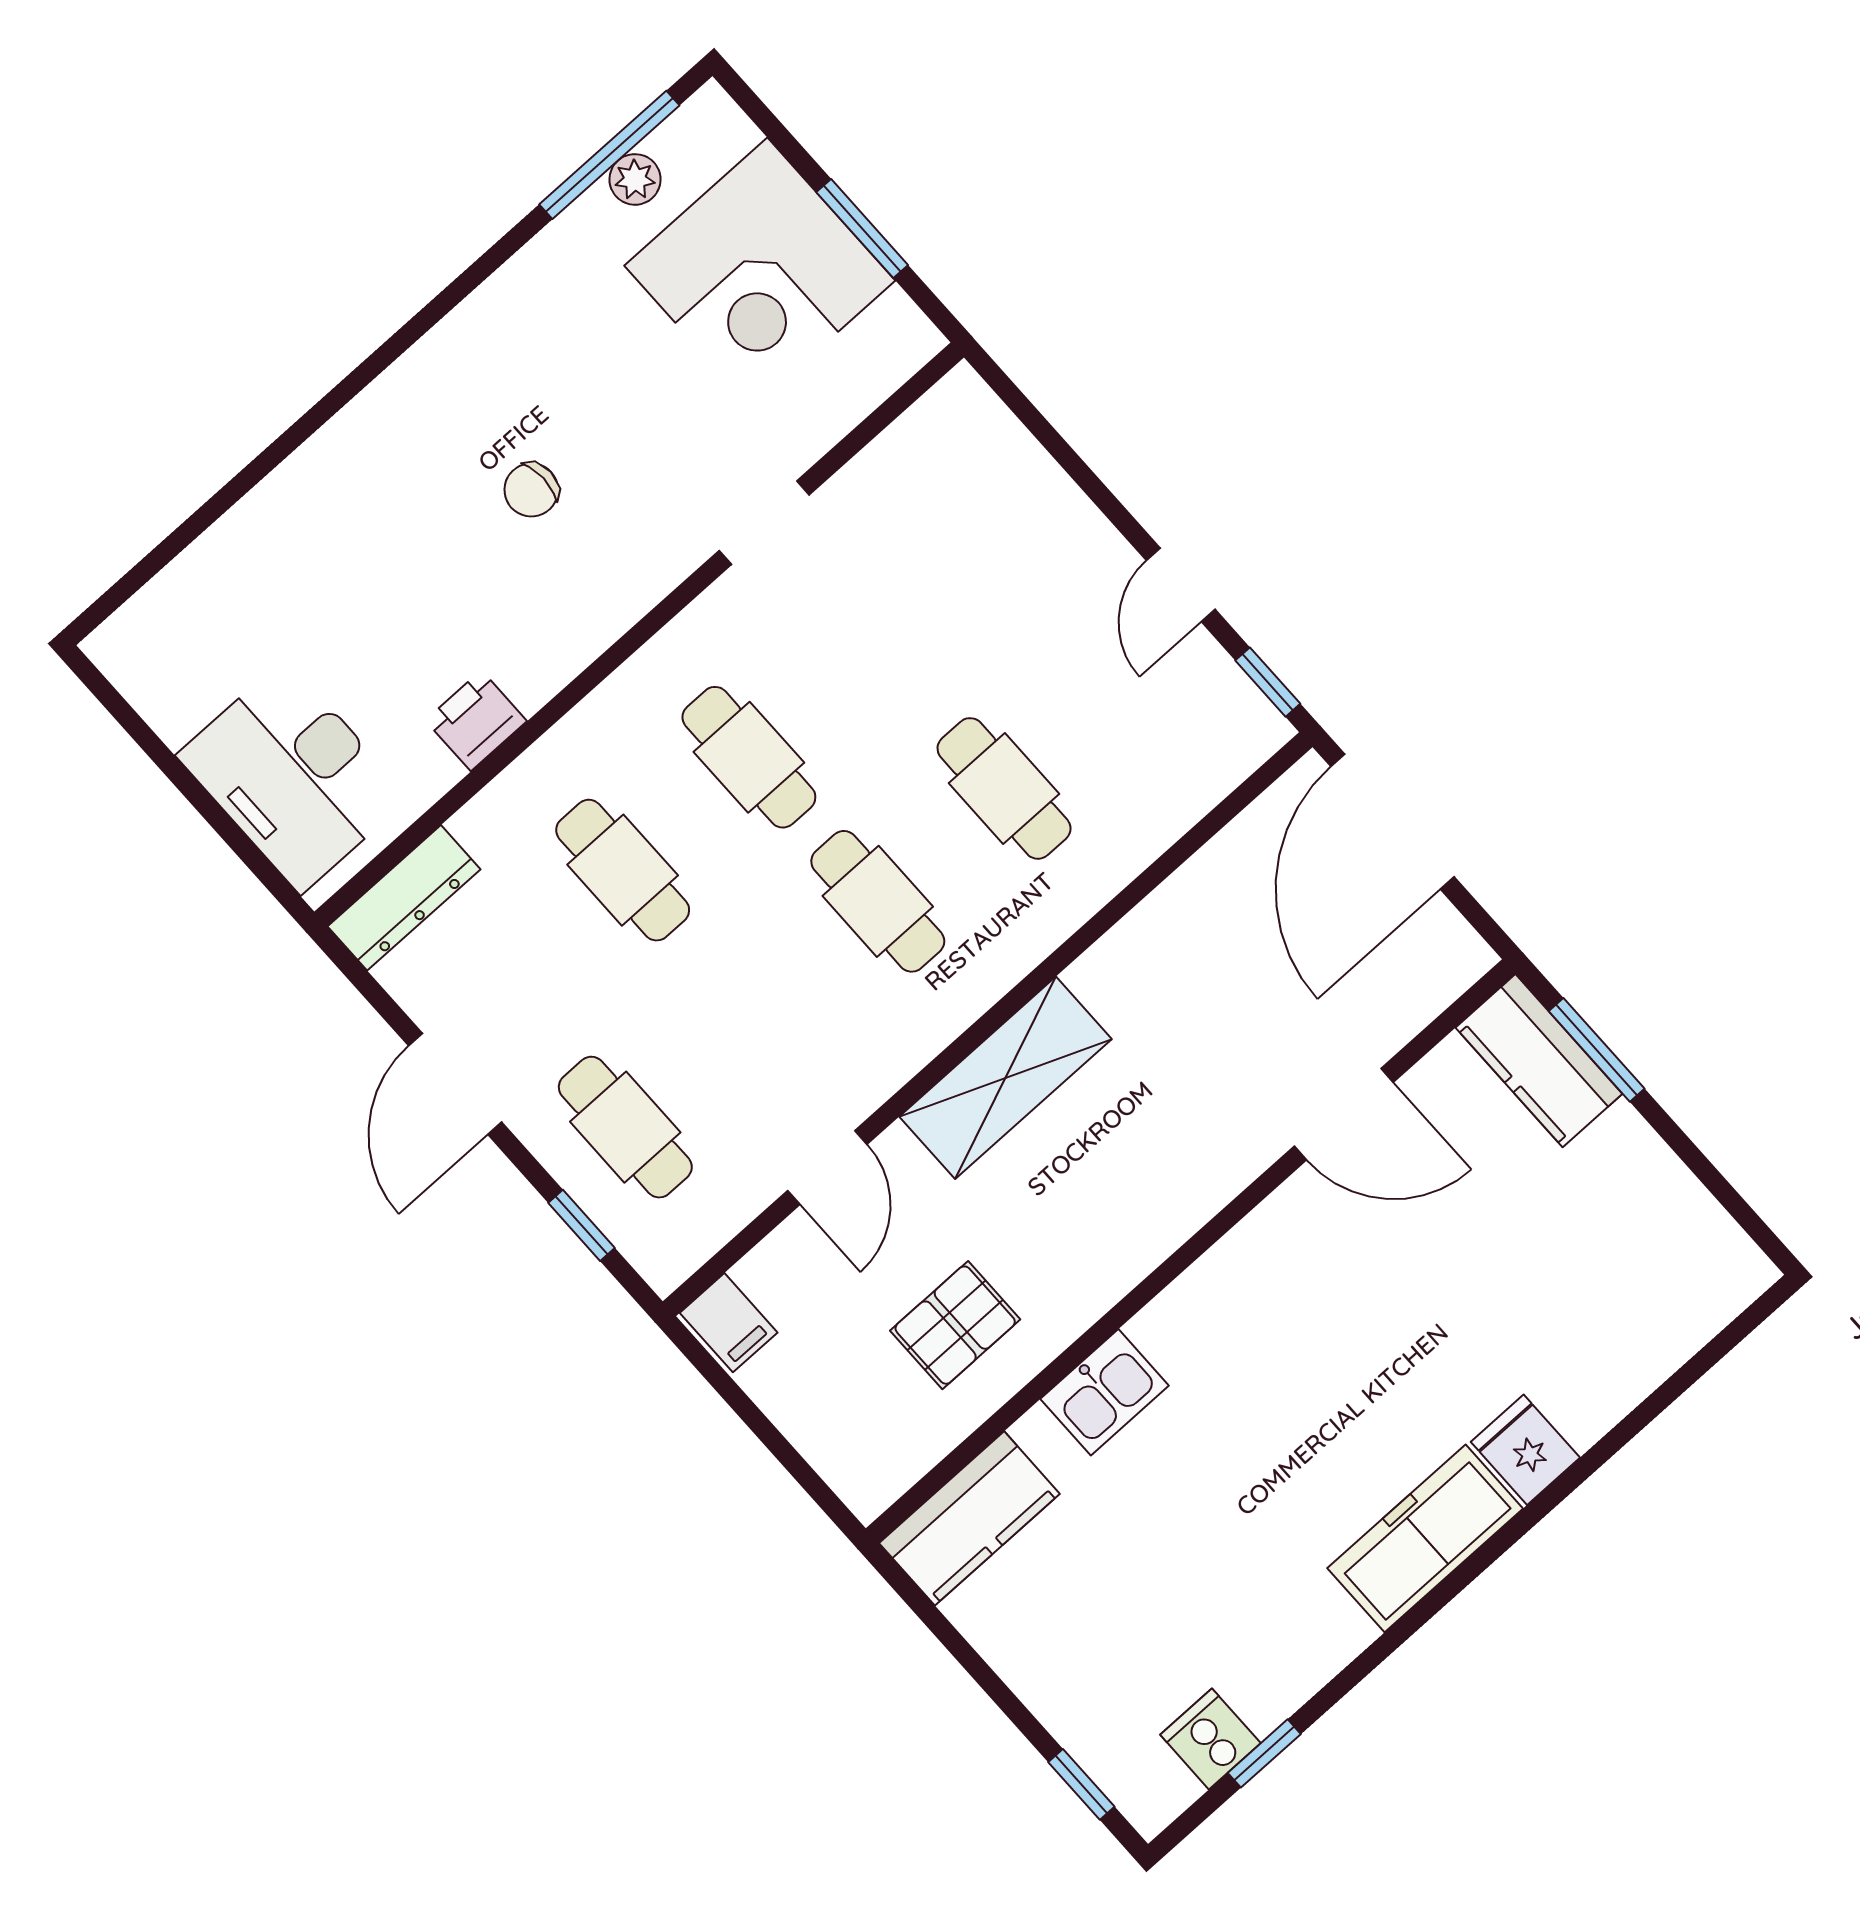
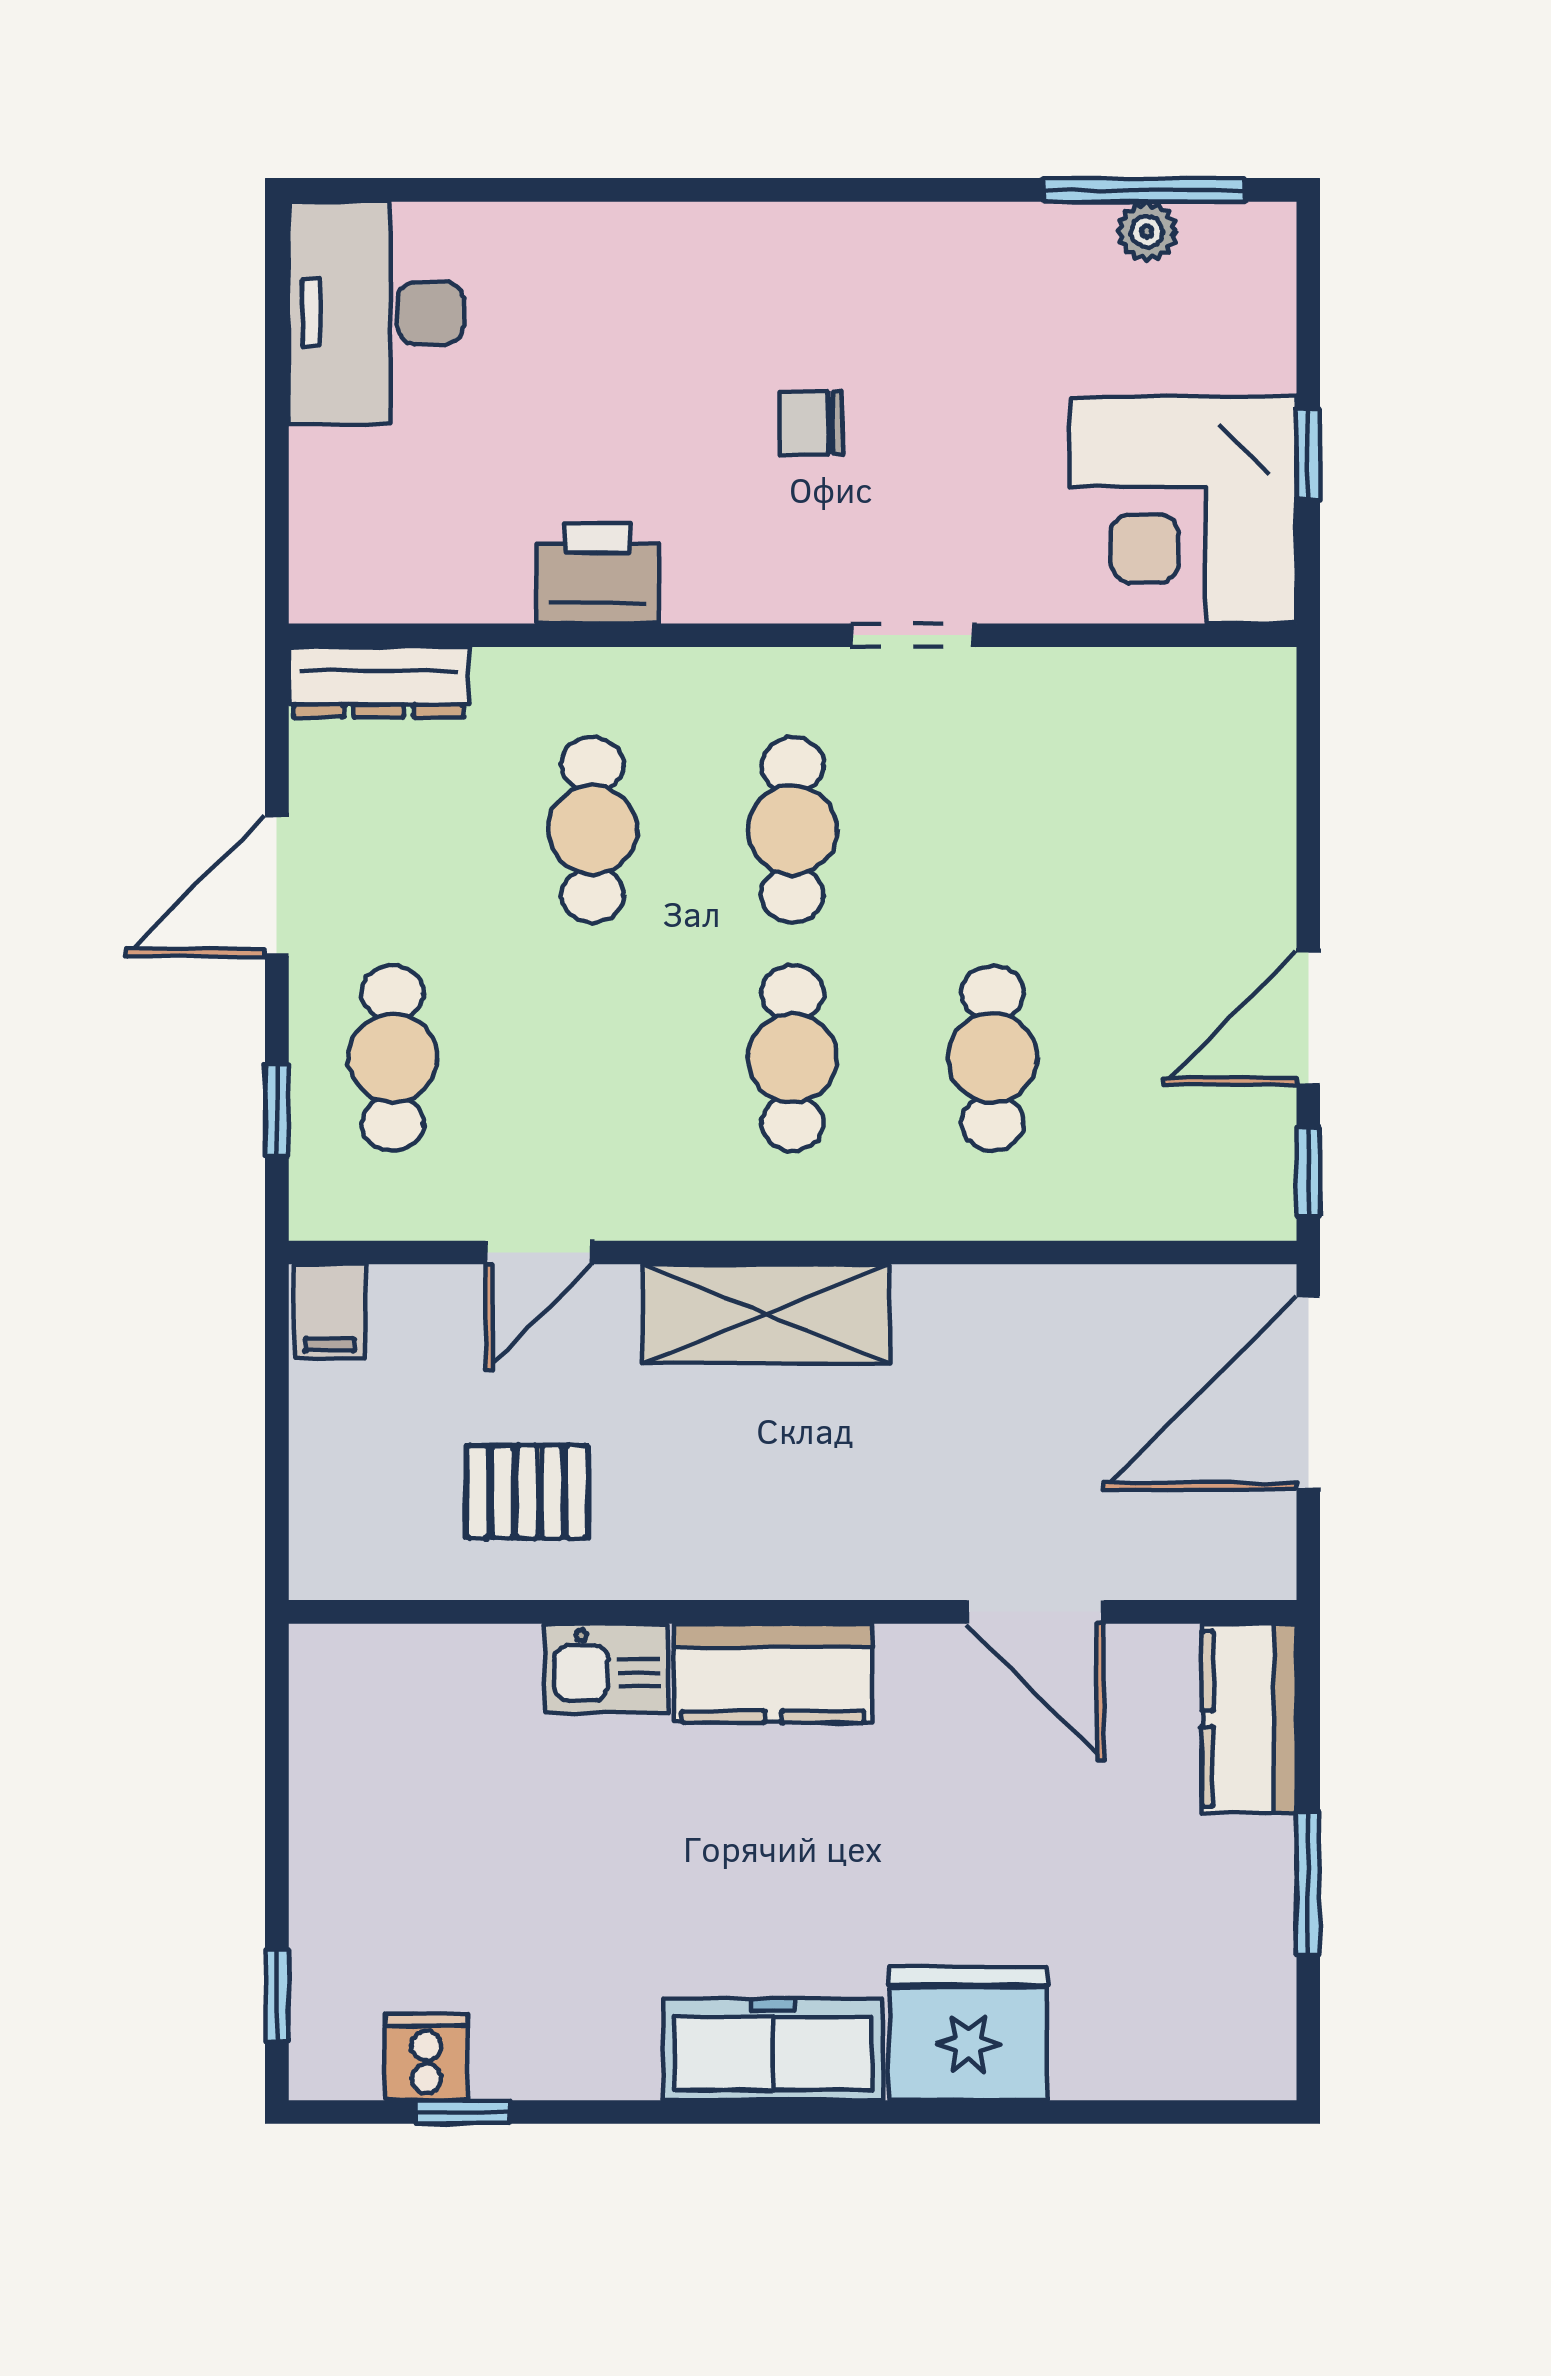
window: (862, 229) -> (1308, 454), width x0.67
corner desk: (760, 273) -> (1183, 510), moved
doorway: (764, 523) -> (913, 635), moved
door: (1181, 585) -> (1308, 1018), width x1.38
printer: (476, 721) -> (597, 573), width x1.36, depth x1.24
desk: (293, 776) -> (376, 313), moved
window: (1597, 1050) -> (1308, 1883), moved
fridge: (1525, 1450) -> (968, 2033), width x1.88, depth x1.34
kitchen counter: (969, 1518) -> (773, 1673), moved

